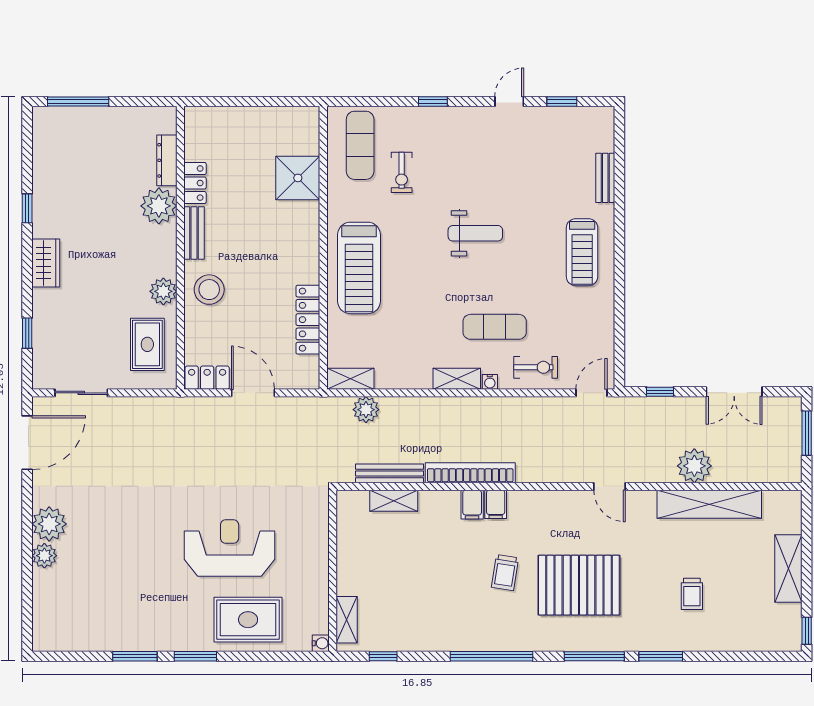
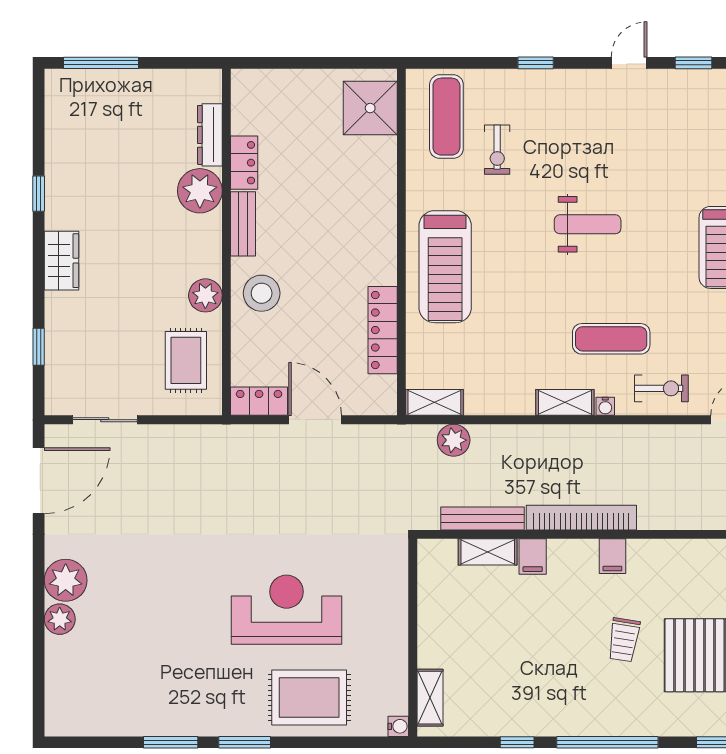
shower: (298, 178) -> (370, 108), moved
filing cabinet: (472, 505) -> (533, 557), moved
window: (383, 656) -> (517, 742), moved

